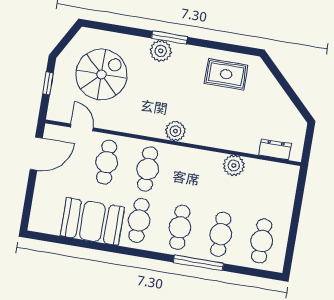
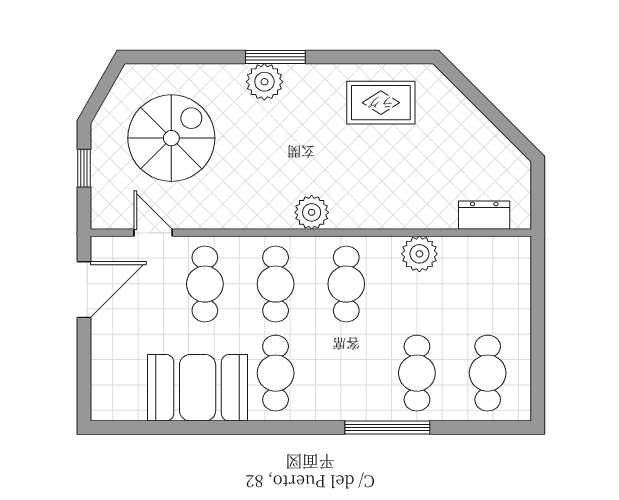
cafe table: (180, 227) -> (346, 284), moved

